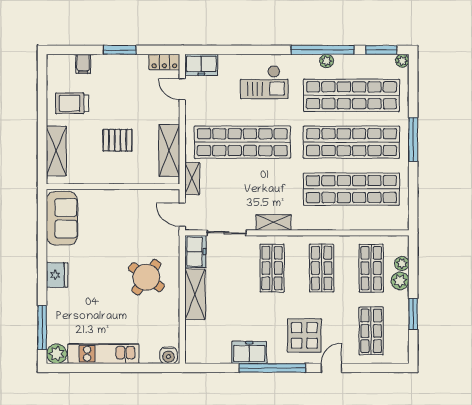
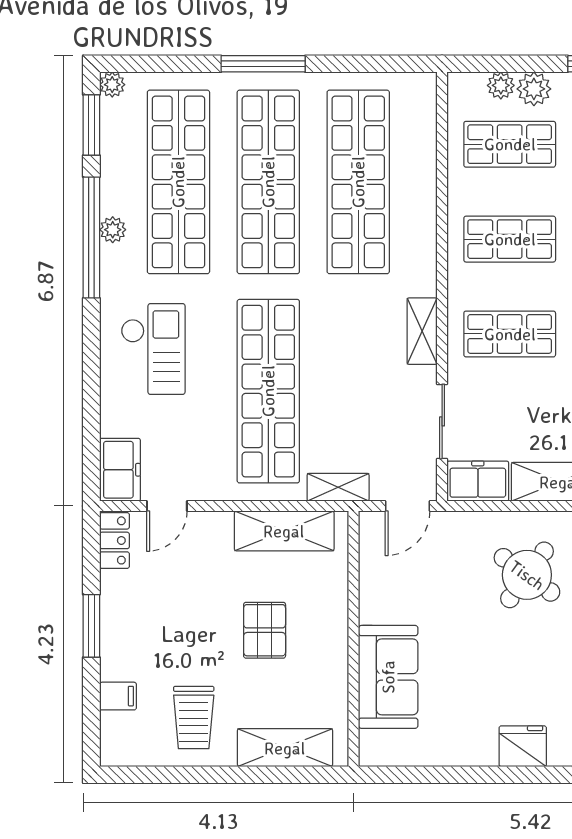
sofa: (62, 218) -> (388, 677), moved, turned 90

